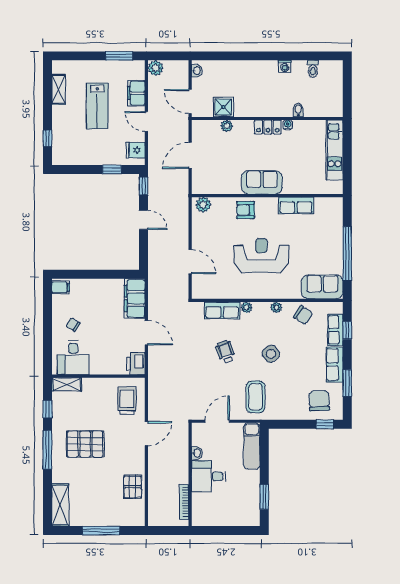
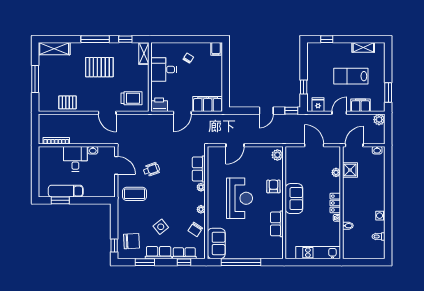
wheelchair: (226, 352) -> (151, 170), moved
side table: (271, 354) -> (161, 227), moved
desk: (73, 358) -> (164, 70), moved
pallet: (85, 444) -> (99, 67), turned 90
exam couch: (252, 446) -> (66, 191), moved

